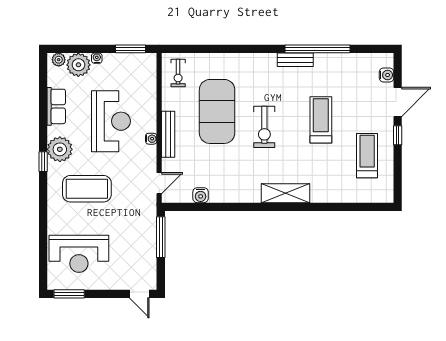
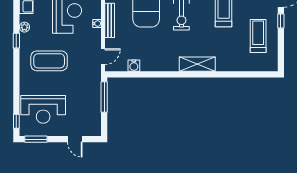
plant: (60, 149) -> (24, 27), width x0.53, depth x0.53
window: (43, 270) -> (16, 121), added
door: (139, 294) -> (75, 139), moved

